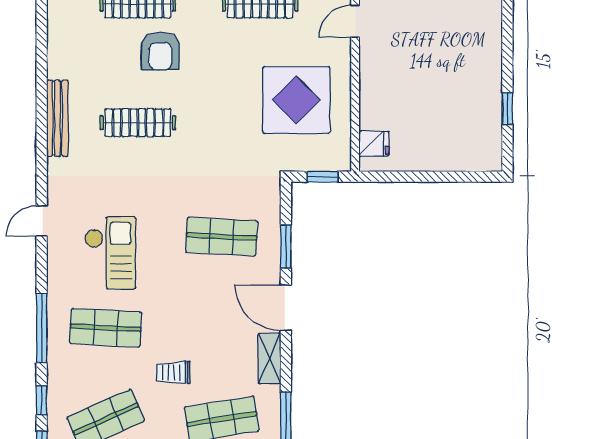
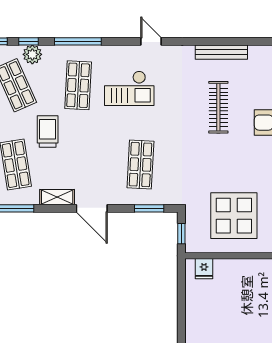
window: (286, 246) -> (149, 208), moved
door: (286, 308) -> (92, 208), swing flipped
trolley: (173, 372) -> (48, 132), width x1.36, depth x1.39
plant: (61, 395) -> (32, 54), added

